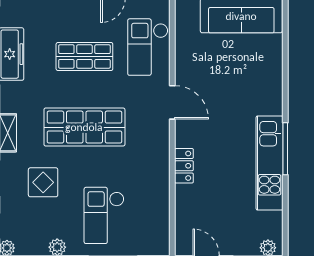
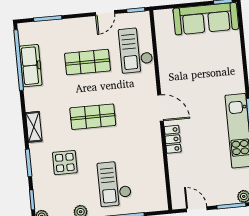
door: (172, 102) -> (160, 108), moved
shop shelf: (84, 127) -> (93, 117), width x0.70, depth x0.74

